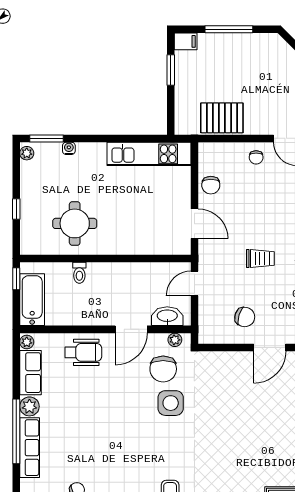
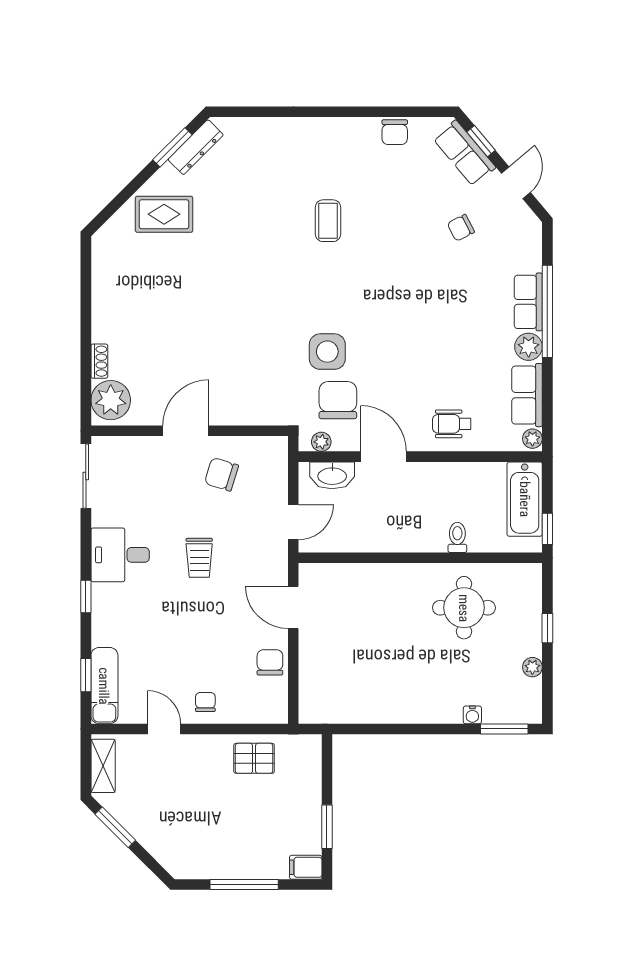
pallet: (222, 118) -> (254, 758), width x0.67, depth x0.71
plant: (27, 153) -> (532, 667), moved
kitchen unit: (149, 154) -> (358, 707), removed
trolley: (260, 258) -> (199, 558), turned -90
door: (131, 329) -> (384, 457), hinge flipped
wheelchair: (83, 352) -> (452, 424), width x0.73, depth x0.73
row of seats: (30, 448) -> (528, 302), width x0.68

